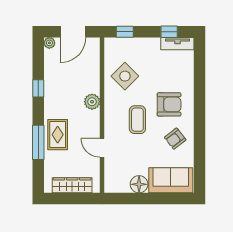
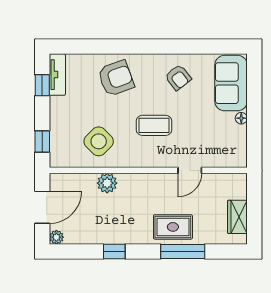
door: (73, 32) -> (42, 207), hinge flipped
plant: (92, 102) -> (107, 183), moved
armchair: (169, 104) -> (116, 78), moved, turned 70
floor lamp: (139, 184) -> (241, 118), width x0.53, depth x0.53
wardrobe: (72, 185) -> (237, 217), width x0.67

